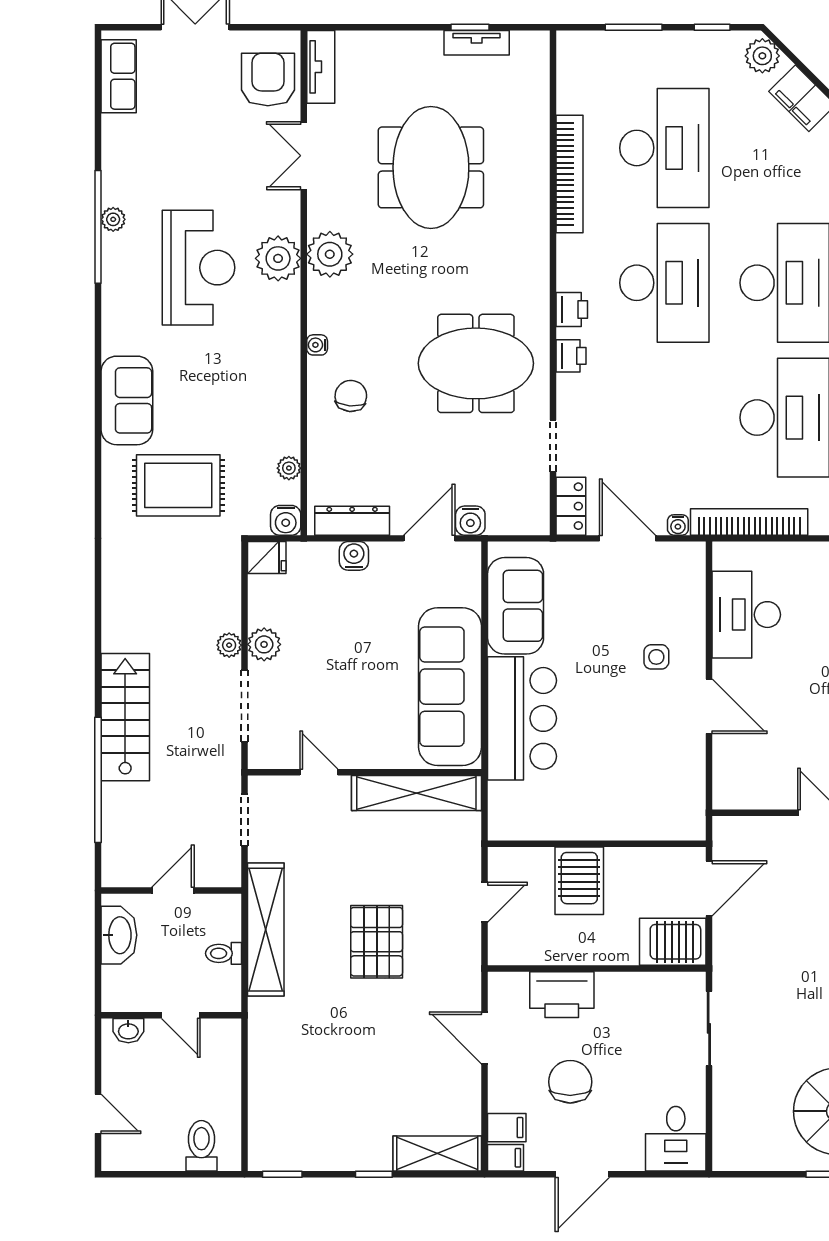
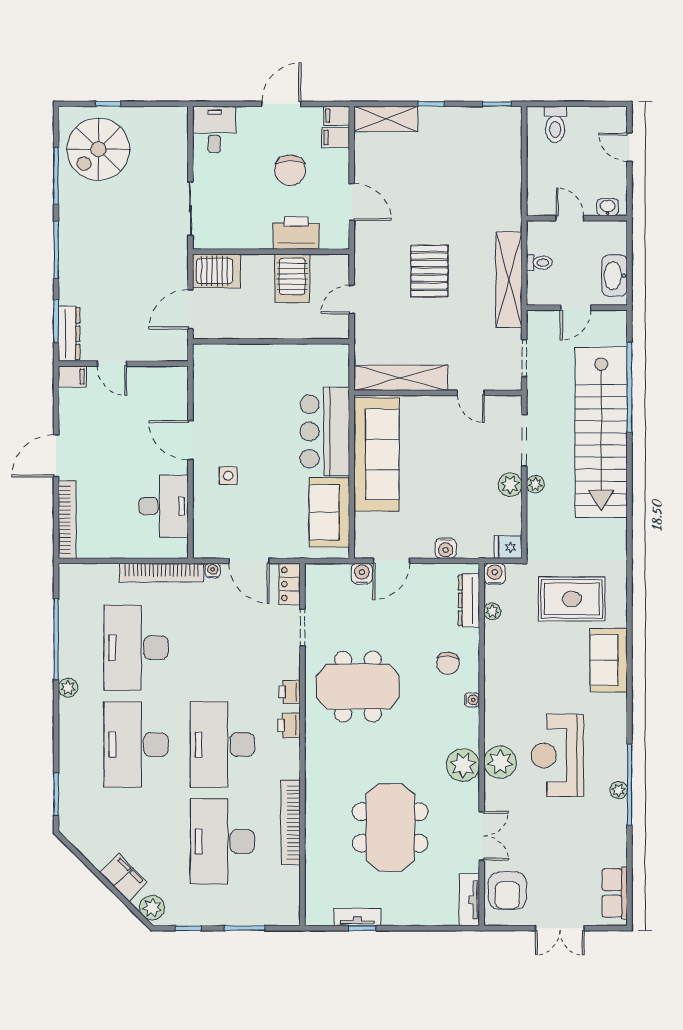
dresser: (352, 521) -> (469, 600), moved, turned 90
stairs: (125, 717) -> (601, 432), width x1.86, depth x1.51
server rack: (579, 881) -> (292, 278), moved, turned 180

